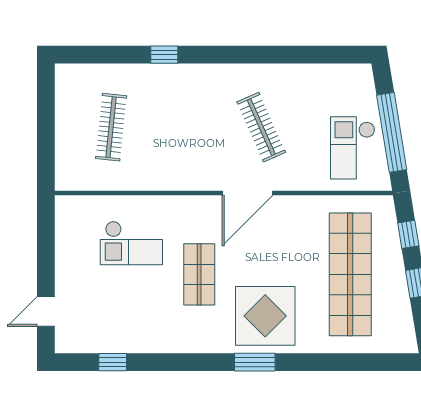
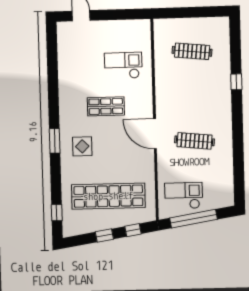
clothes rail: (261, 127) -> (194, 141), turned 30
checkout: (131, 243) -> (123, 65), turned 90
display table: (265, 316) -> (82, 146), width x0.54, depth x0.54
window: (113, 362) -> (57, 213), moved

